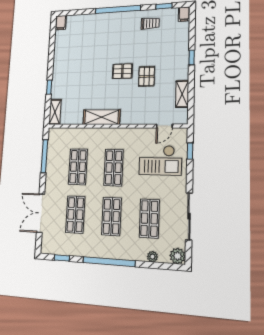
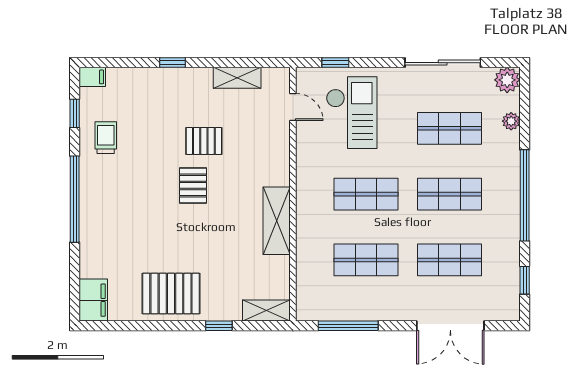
filing cabinet: (61, 23) -> (93, 300), width x2.00
pallet: (67, 62) -> (171, 294), added

